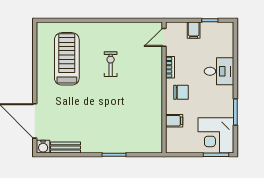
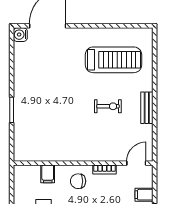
door: (164, 37) -> (136, 163), hinge flipped
chair: (181, 92) -> (78, 181), turned 90
bench: (66, 147) -> (147, 108), moved

